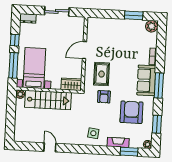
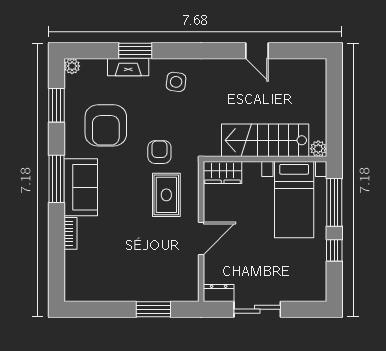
window: (134, 15) -> (153, 309), moved
dresser: (28, 18) -> (219, 293), moved
plant: (152, 26) -> (76, 290), removed
window: (129, 152) -> (135, 51), moved

